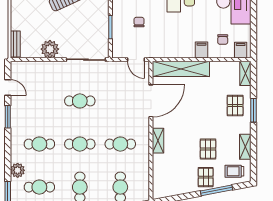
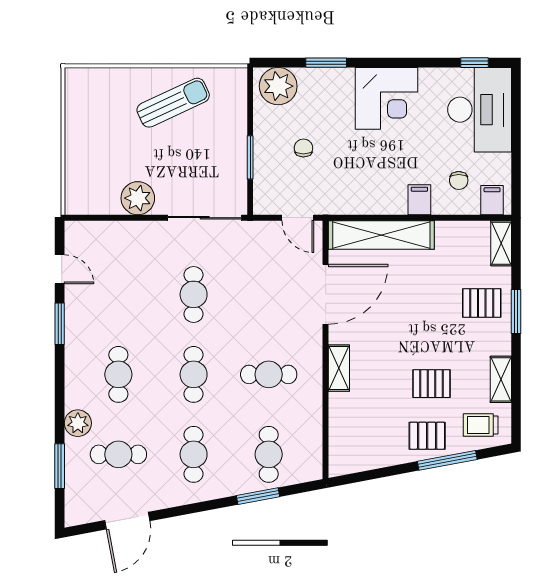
bench: (15, 44) -> (74, 189), removed
cafe table: (80, 101) -> (194, 294), turned 90
pallet: (235, 106) -> (482, 303), turned 90
cafe table: (39, 144) -> (118, 374), turned 90
cafe table: (80, 144) -> (194, 374), turned 90
pallet: (208, 149) -> (431, 384), turned 90
pallet: (206, 177) -> (427, 436), turned 90

